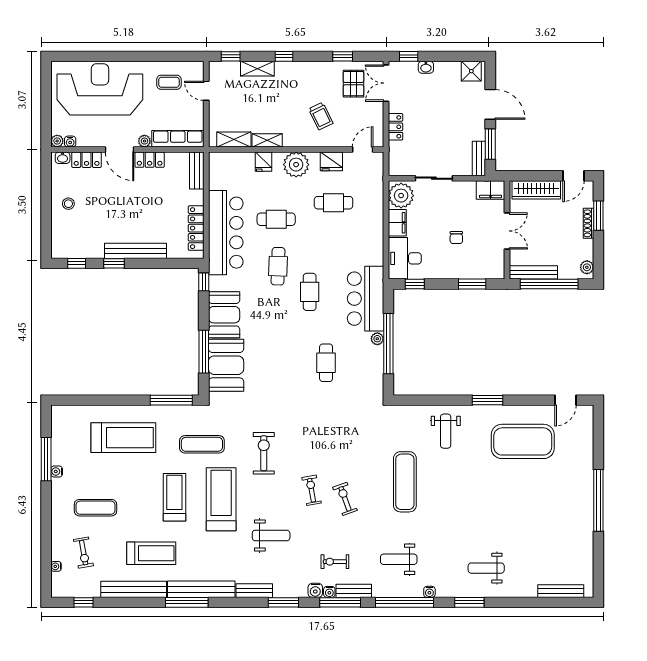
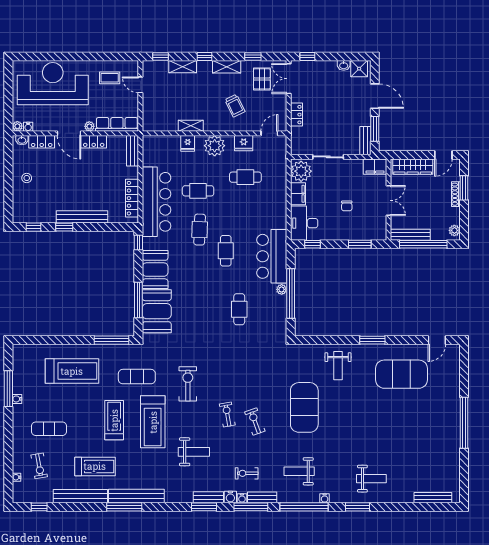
washbasin: (426, 67) -> (344, 65), moved
shelving: (234, 139) -> (227, 67), moved
exercise mat: (405, 482) -> (304, 407), width x1.47
treadmill: (221, 499) -> (153, 422), turned 180
weight bench: (486, 568) -> (371, 479), turned 180
bench: (254, 591) -> (208, 497), moved

